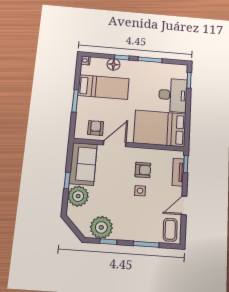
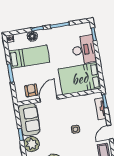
armchair: (143, 170) -> (74, 113), removed

